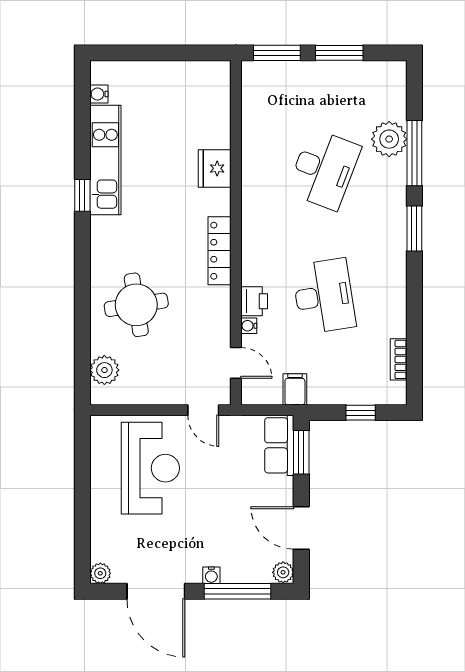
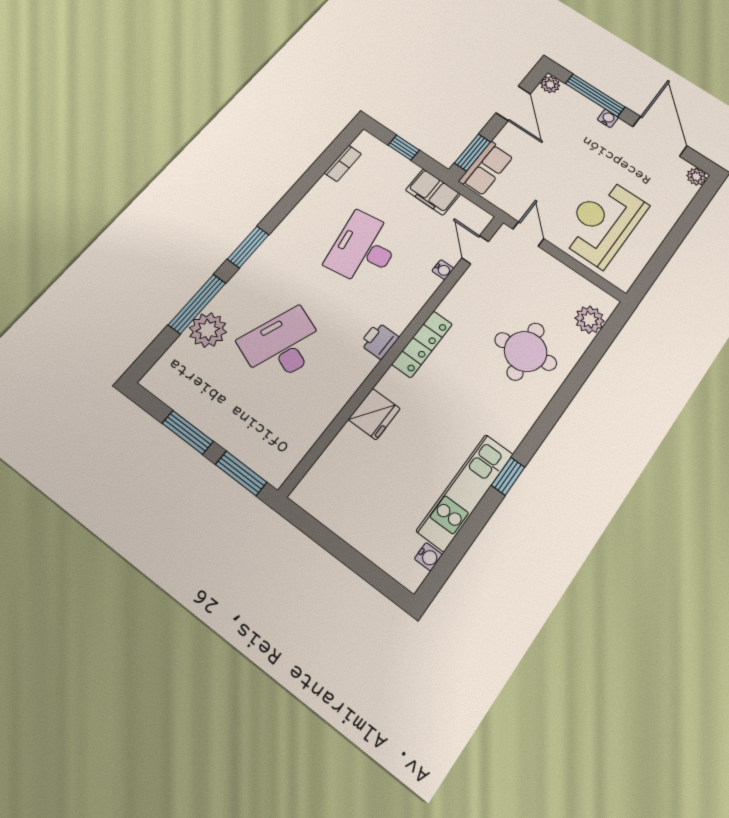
printer: (254, 301) -> (379, 341), moved
filing cabinet: (295, 389) -> (433, 192), width x2.00

